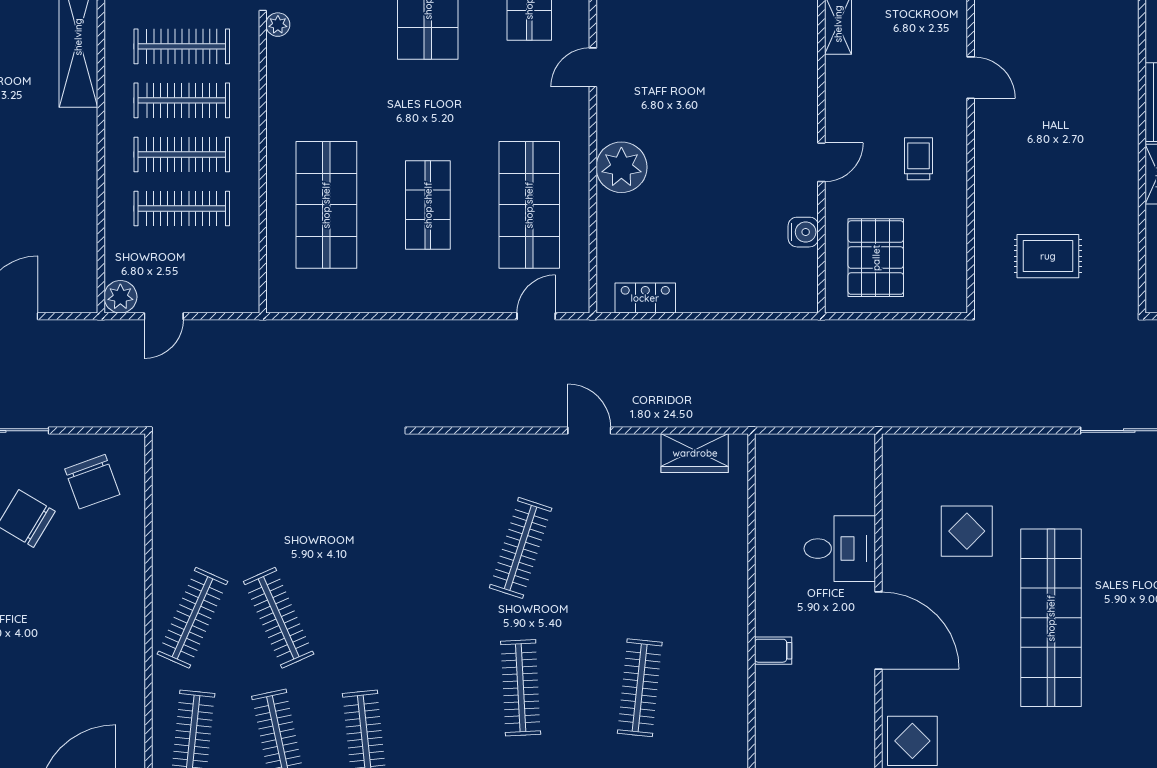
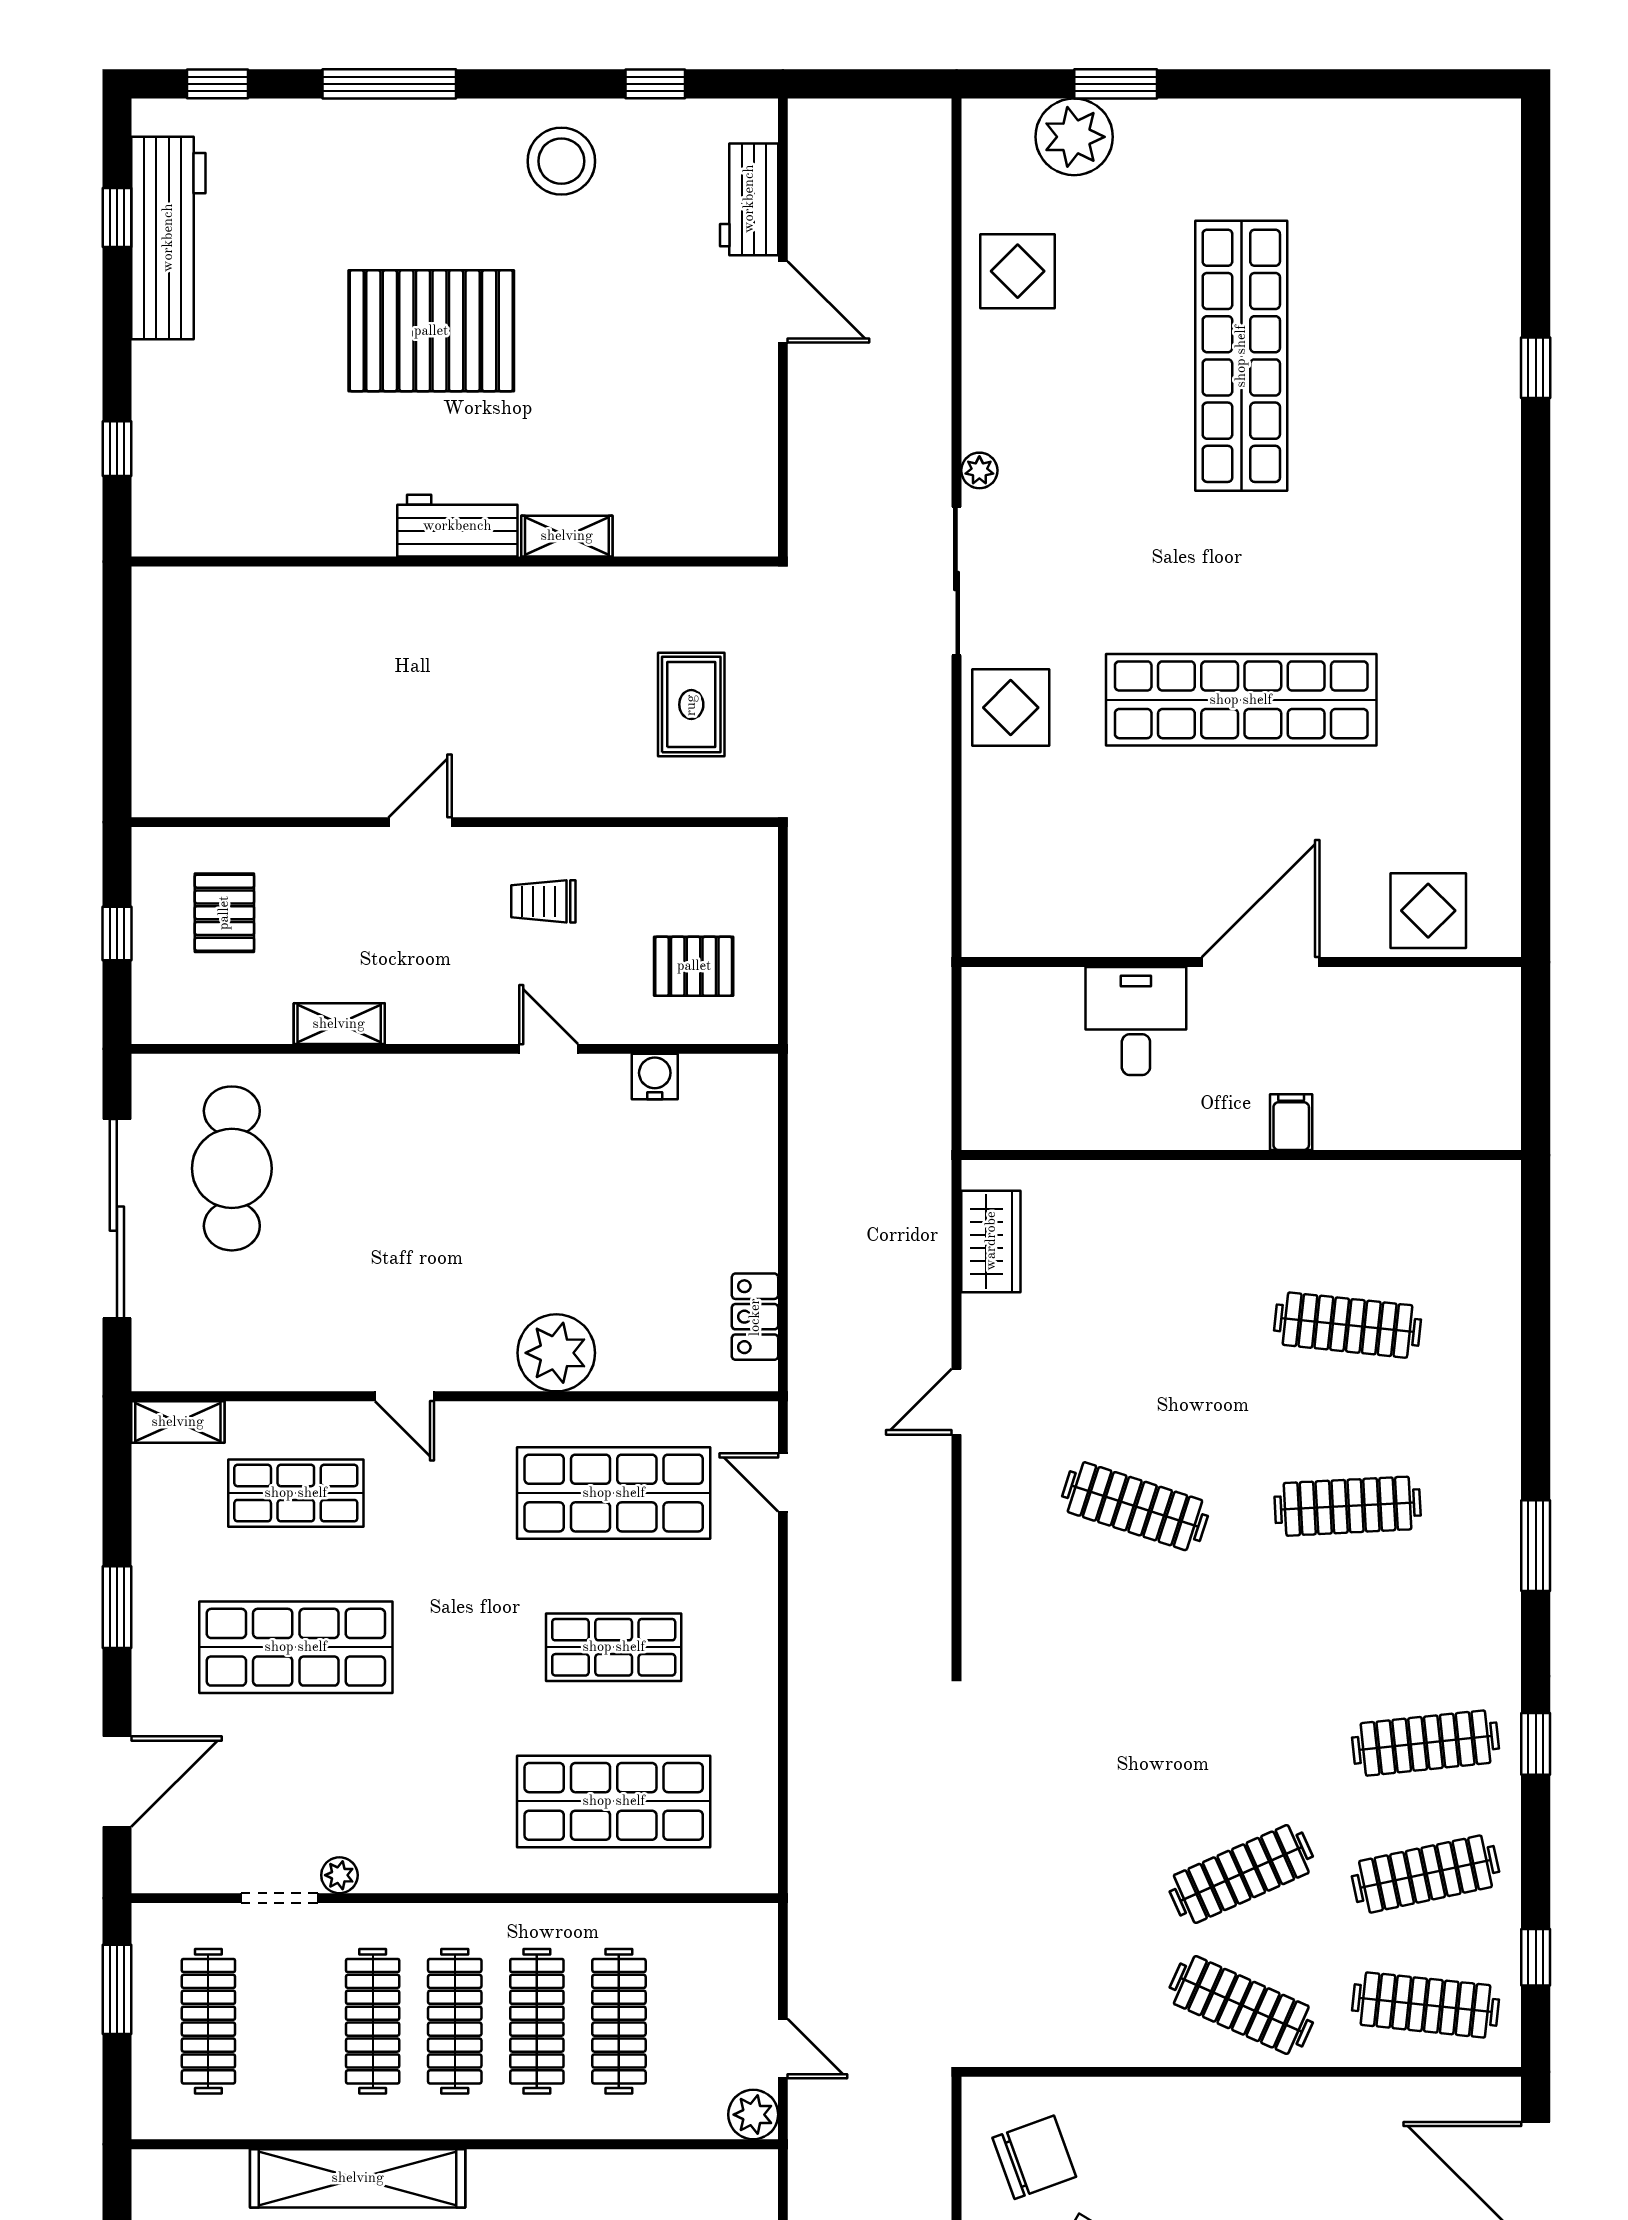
pallet: (876, 258) -> (694, 966), width x0.67, depth x0.71
display table: (967, 531) -> (1011, 708), moved

